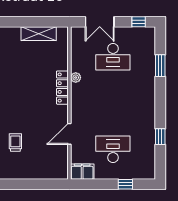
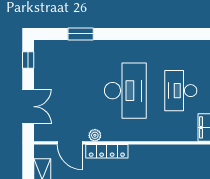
desk: (113, 57) -> (125, 91), moved, width x1.36, depth x1.30
door: (69, 134) -> (70, 143), moved
window: (160, 137) -> (166, 34), removed

